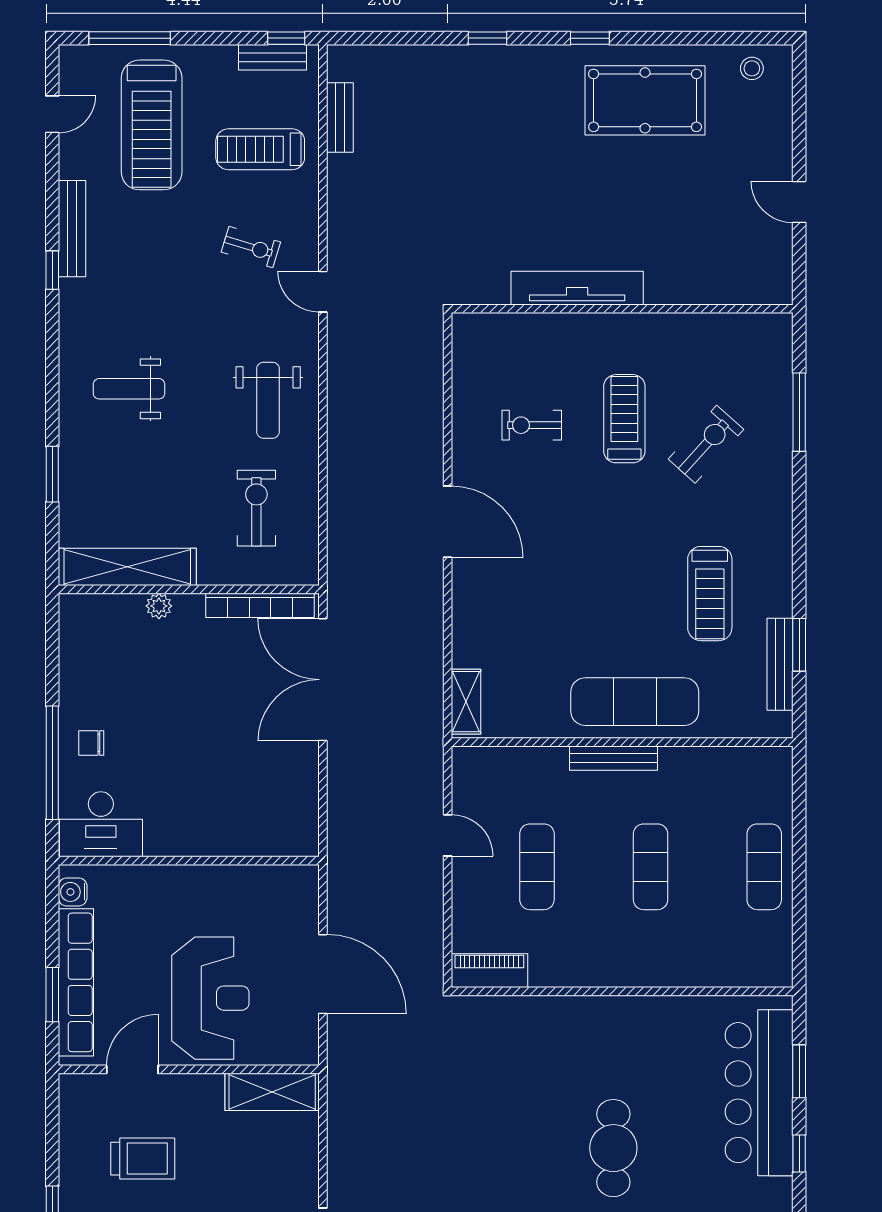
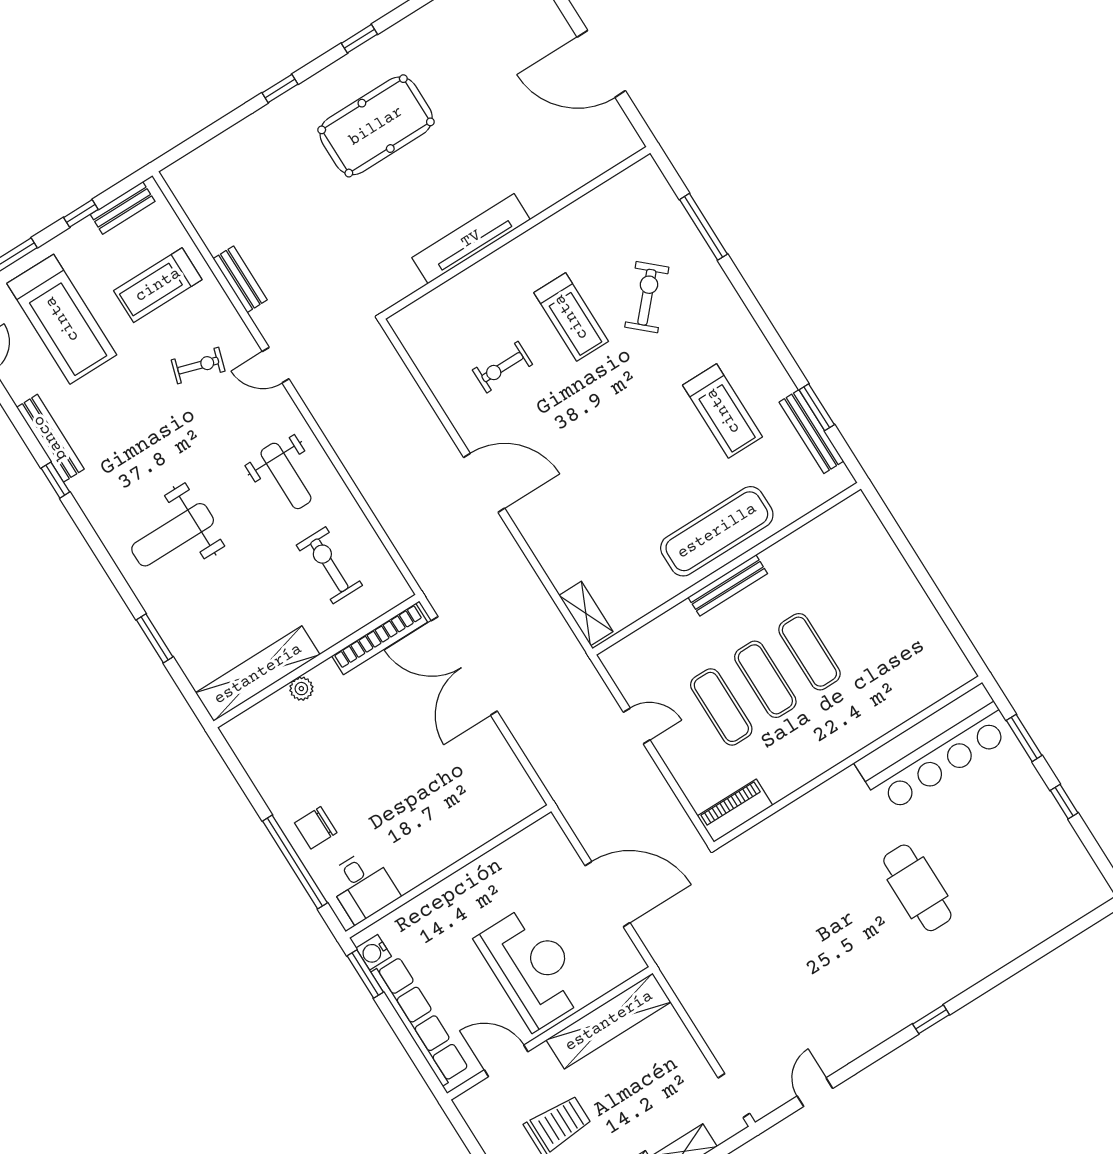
window: (286, 38) -> (81, 213), moved
pool table: (645, 100) -> (376, 126), moved
bench: (340, 118) -> (240, 279), moved
door: (799, 202) -> (601, 64), width x1.87
weight bench: (129, 389) -> (173, 535), width x1.36, depth x1.33
treadmill: (624, 419) -> (571, 317), turned 180
chair: (91, 743) -> (316, 828), width x1.37, depth x1.37
desk: (101, 824) -> (363, 886), width x0.73
exercise mat: (764, 867) -> (765, 679), moved
window: (52, 995) -> (365, 974), moved
door: (132, 1069) -> (506, 1061), hinge flipped
shelving: (272, 1092) -> (609, 1021), width x1.47
bar counter: (759, 1093) -> (934, 749), moved, turned -90

